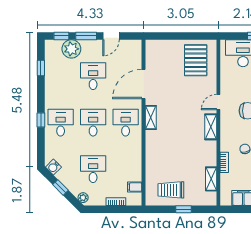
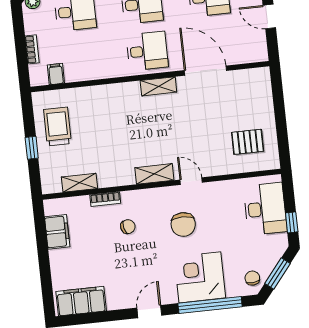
pallet: (196, 60) -> (248, 142), width x0.67, depth x0.71

